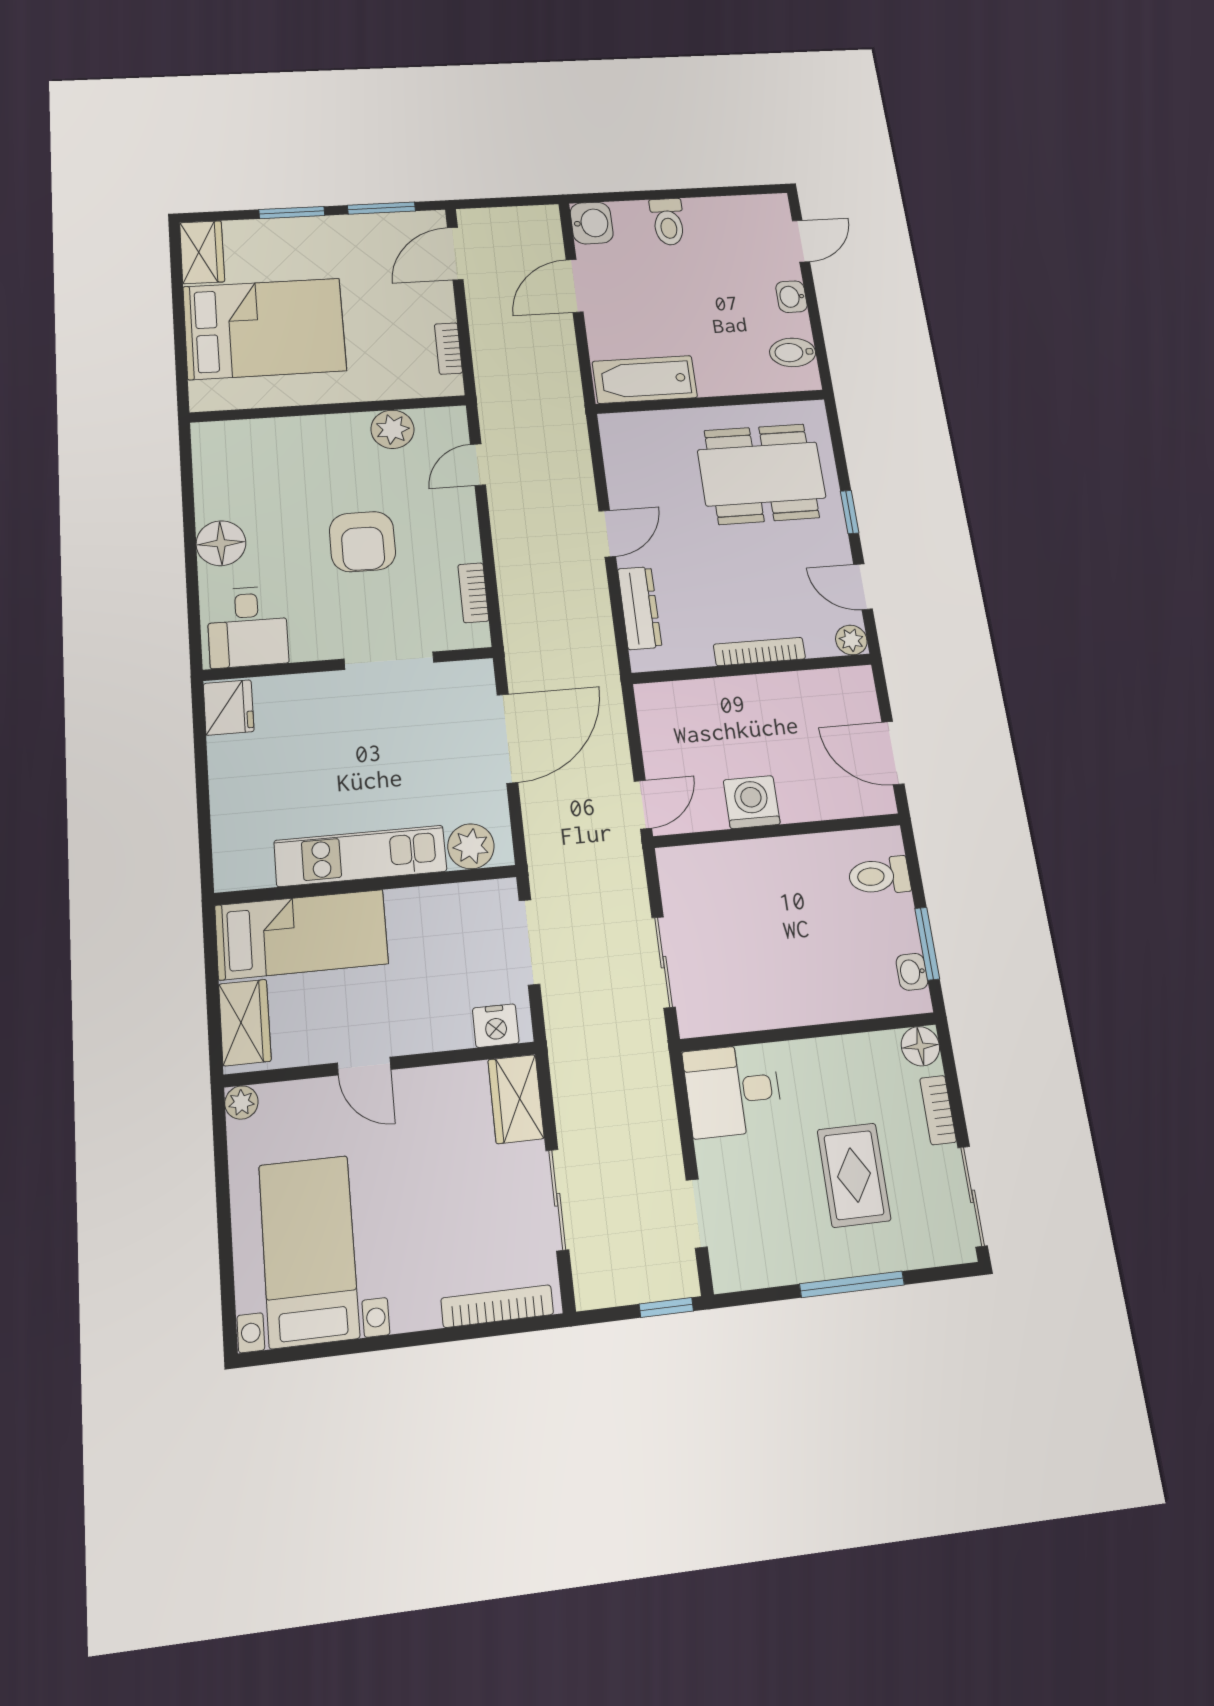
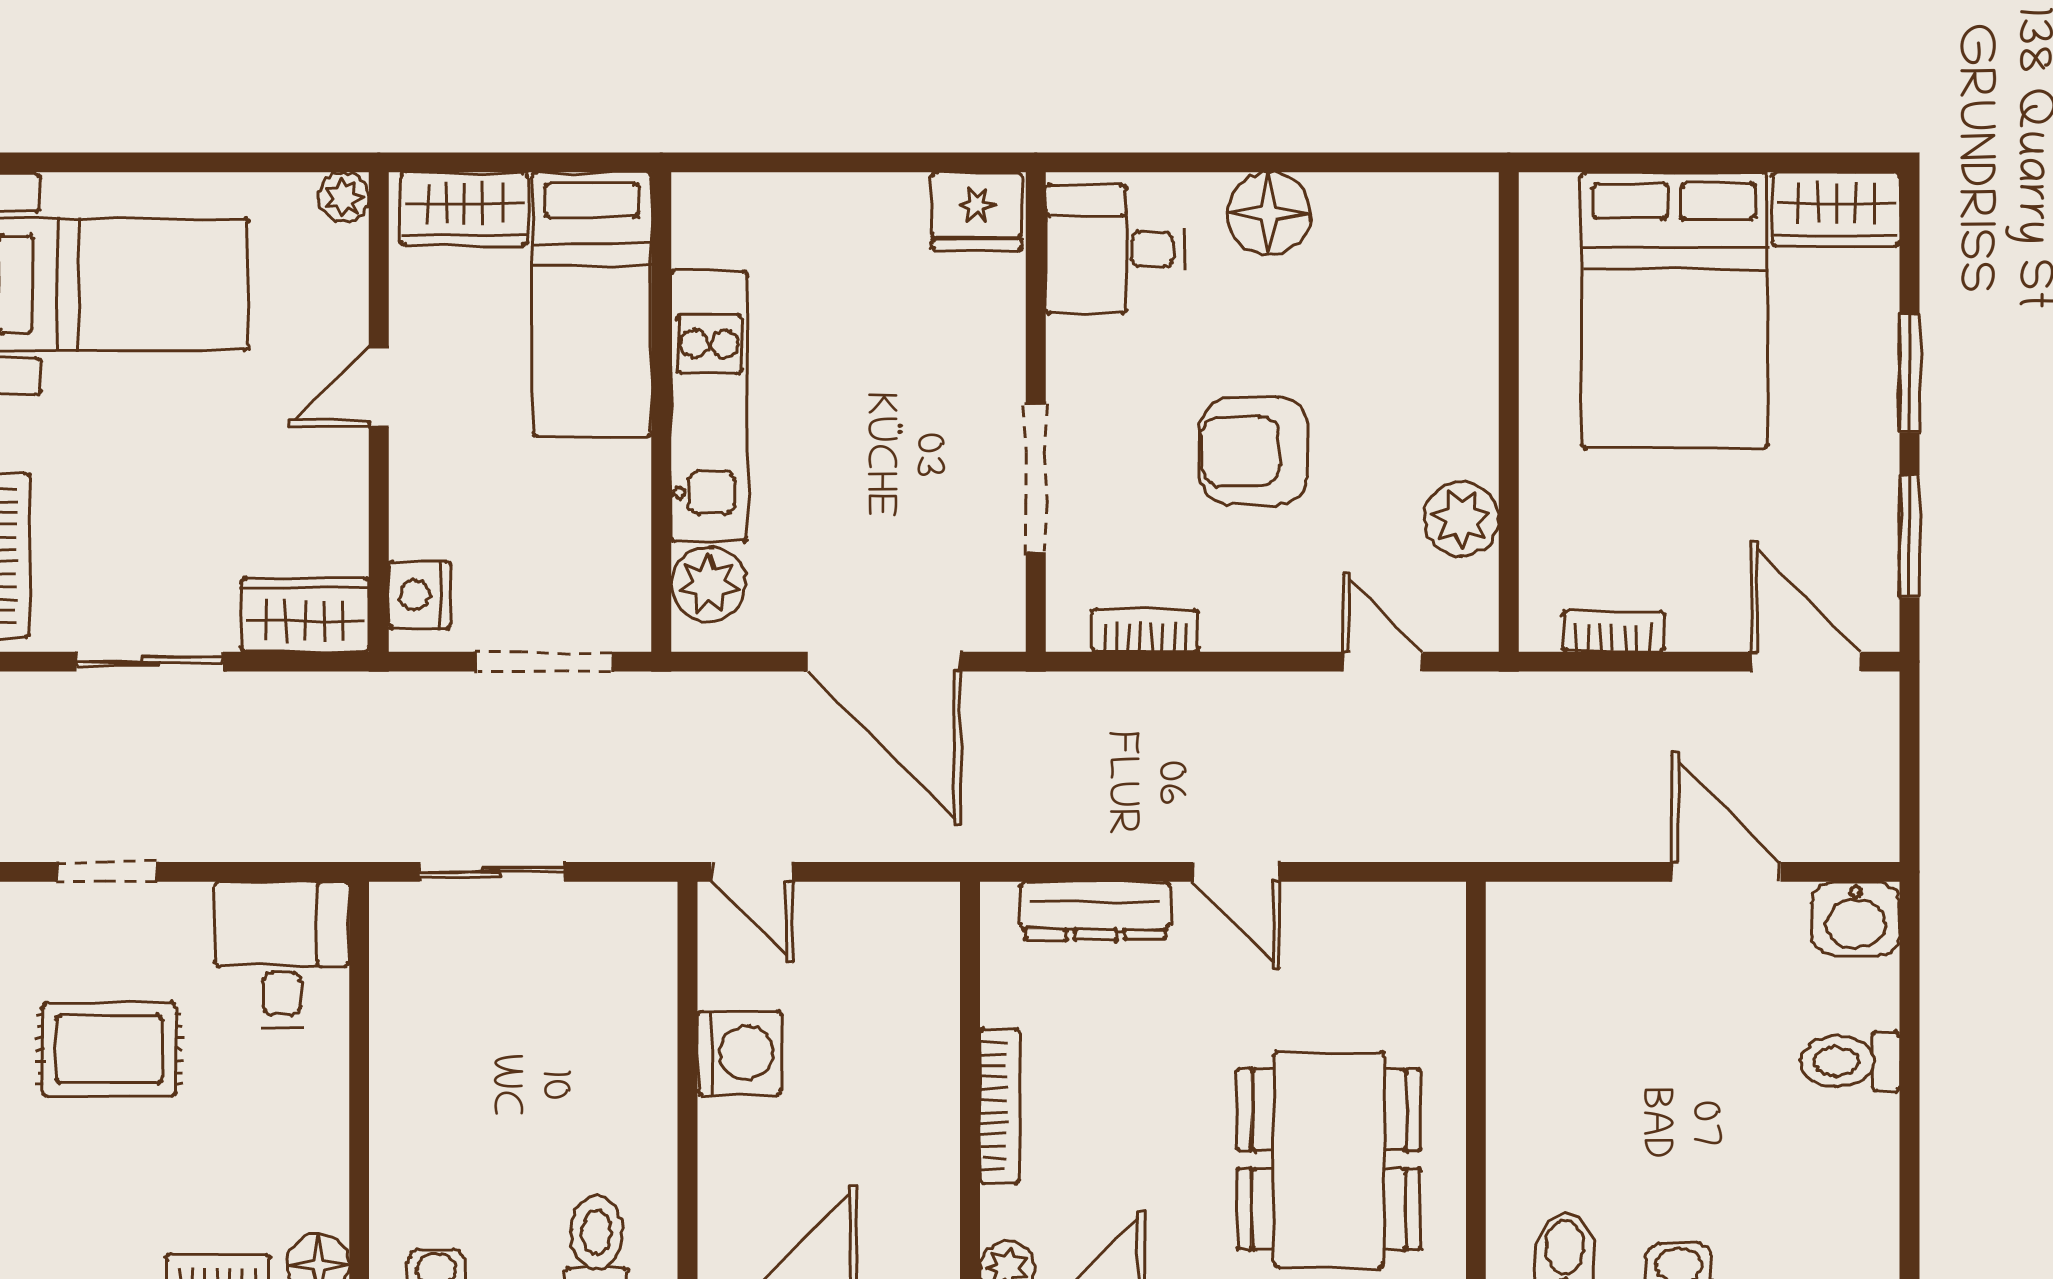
bathtub: (645, 379) -> (1528, 976), removed
rug: (854, 1175) -> (109, 1049), moved

